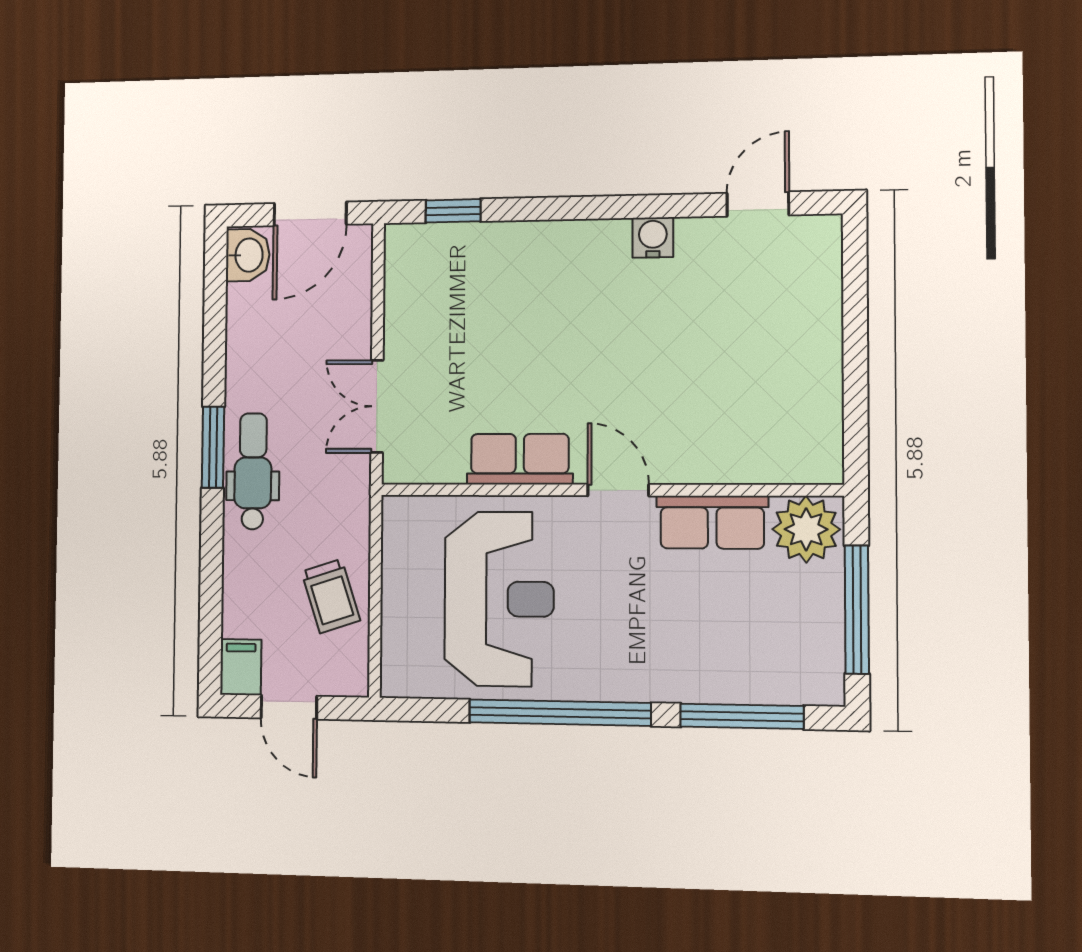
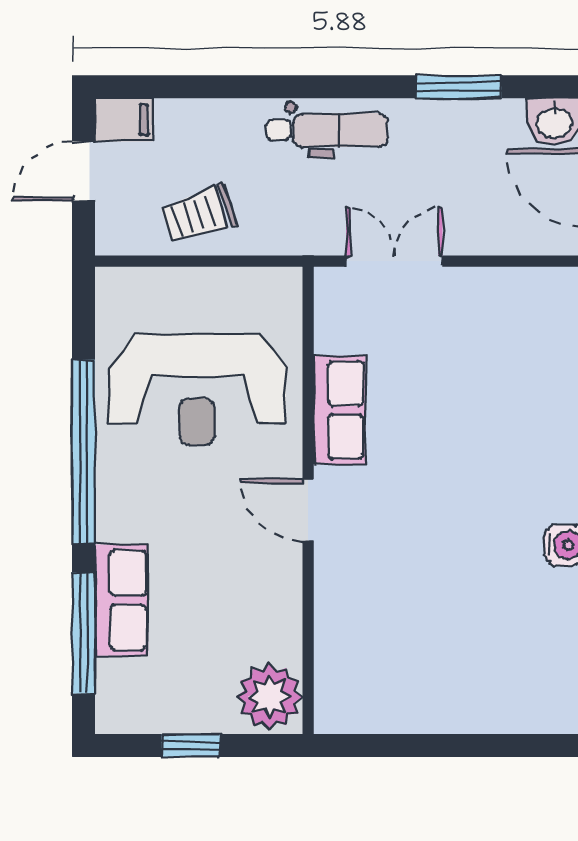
window: (213, 447) -> (459, 87), moved
door: (618, 490) -> (308, 510), swing flipped
row of seats: (712, 522) -> (122, 600), moved, turned 180
window: (857, 609) -> (191, 745), width x0.46

